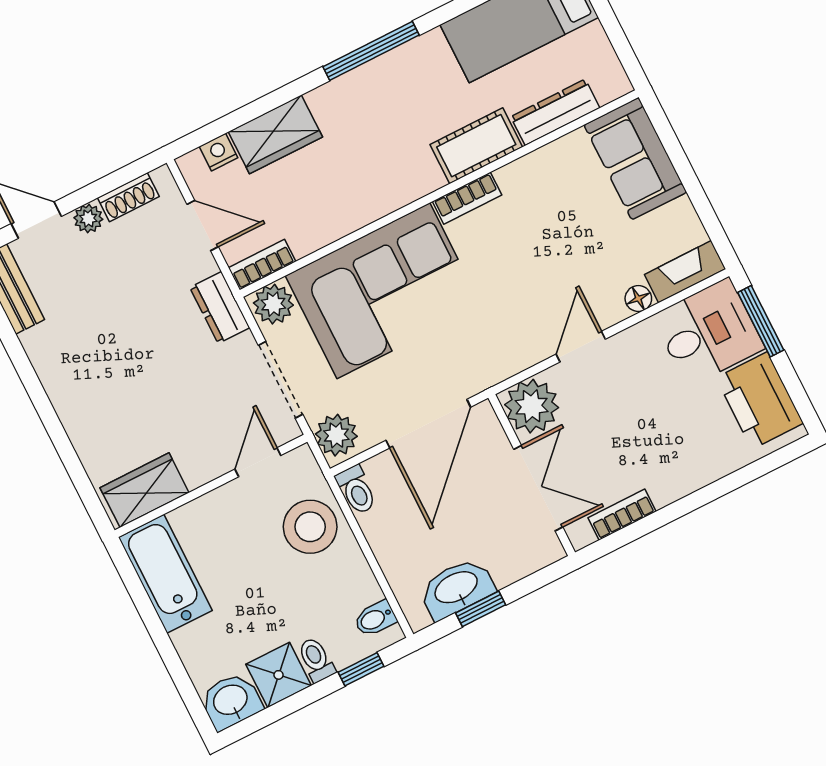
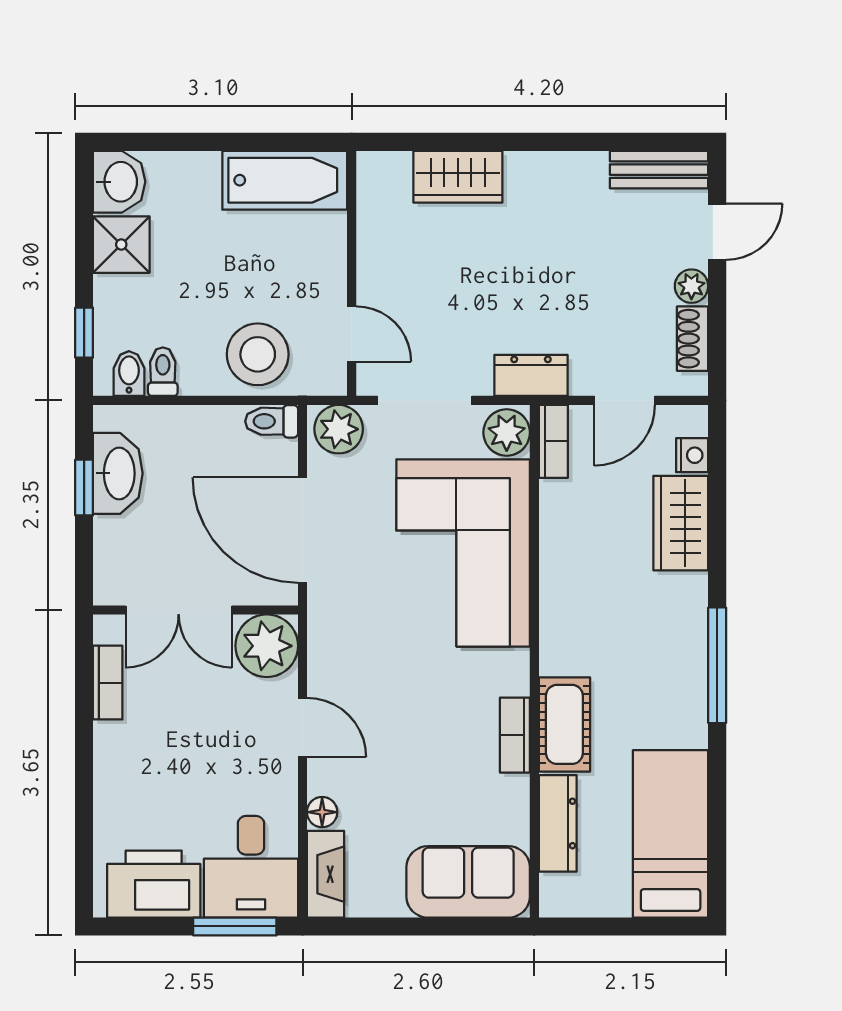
bookcase: (467, 198) -> (515, 735), moved
wardrobe: (144, 490) -> (458, 177), moved, turned 90
toilet: (316, 660) -> (163, 372), moved, turned -90

